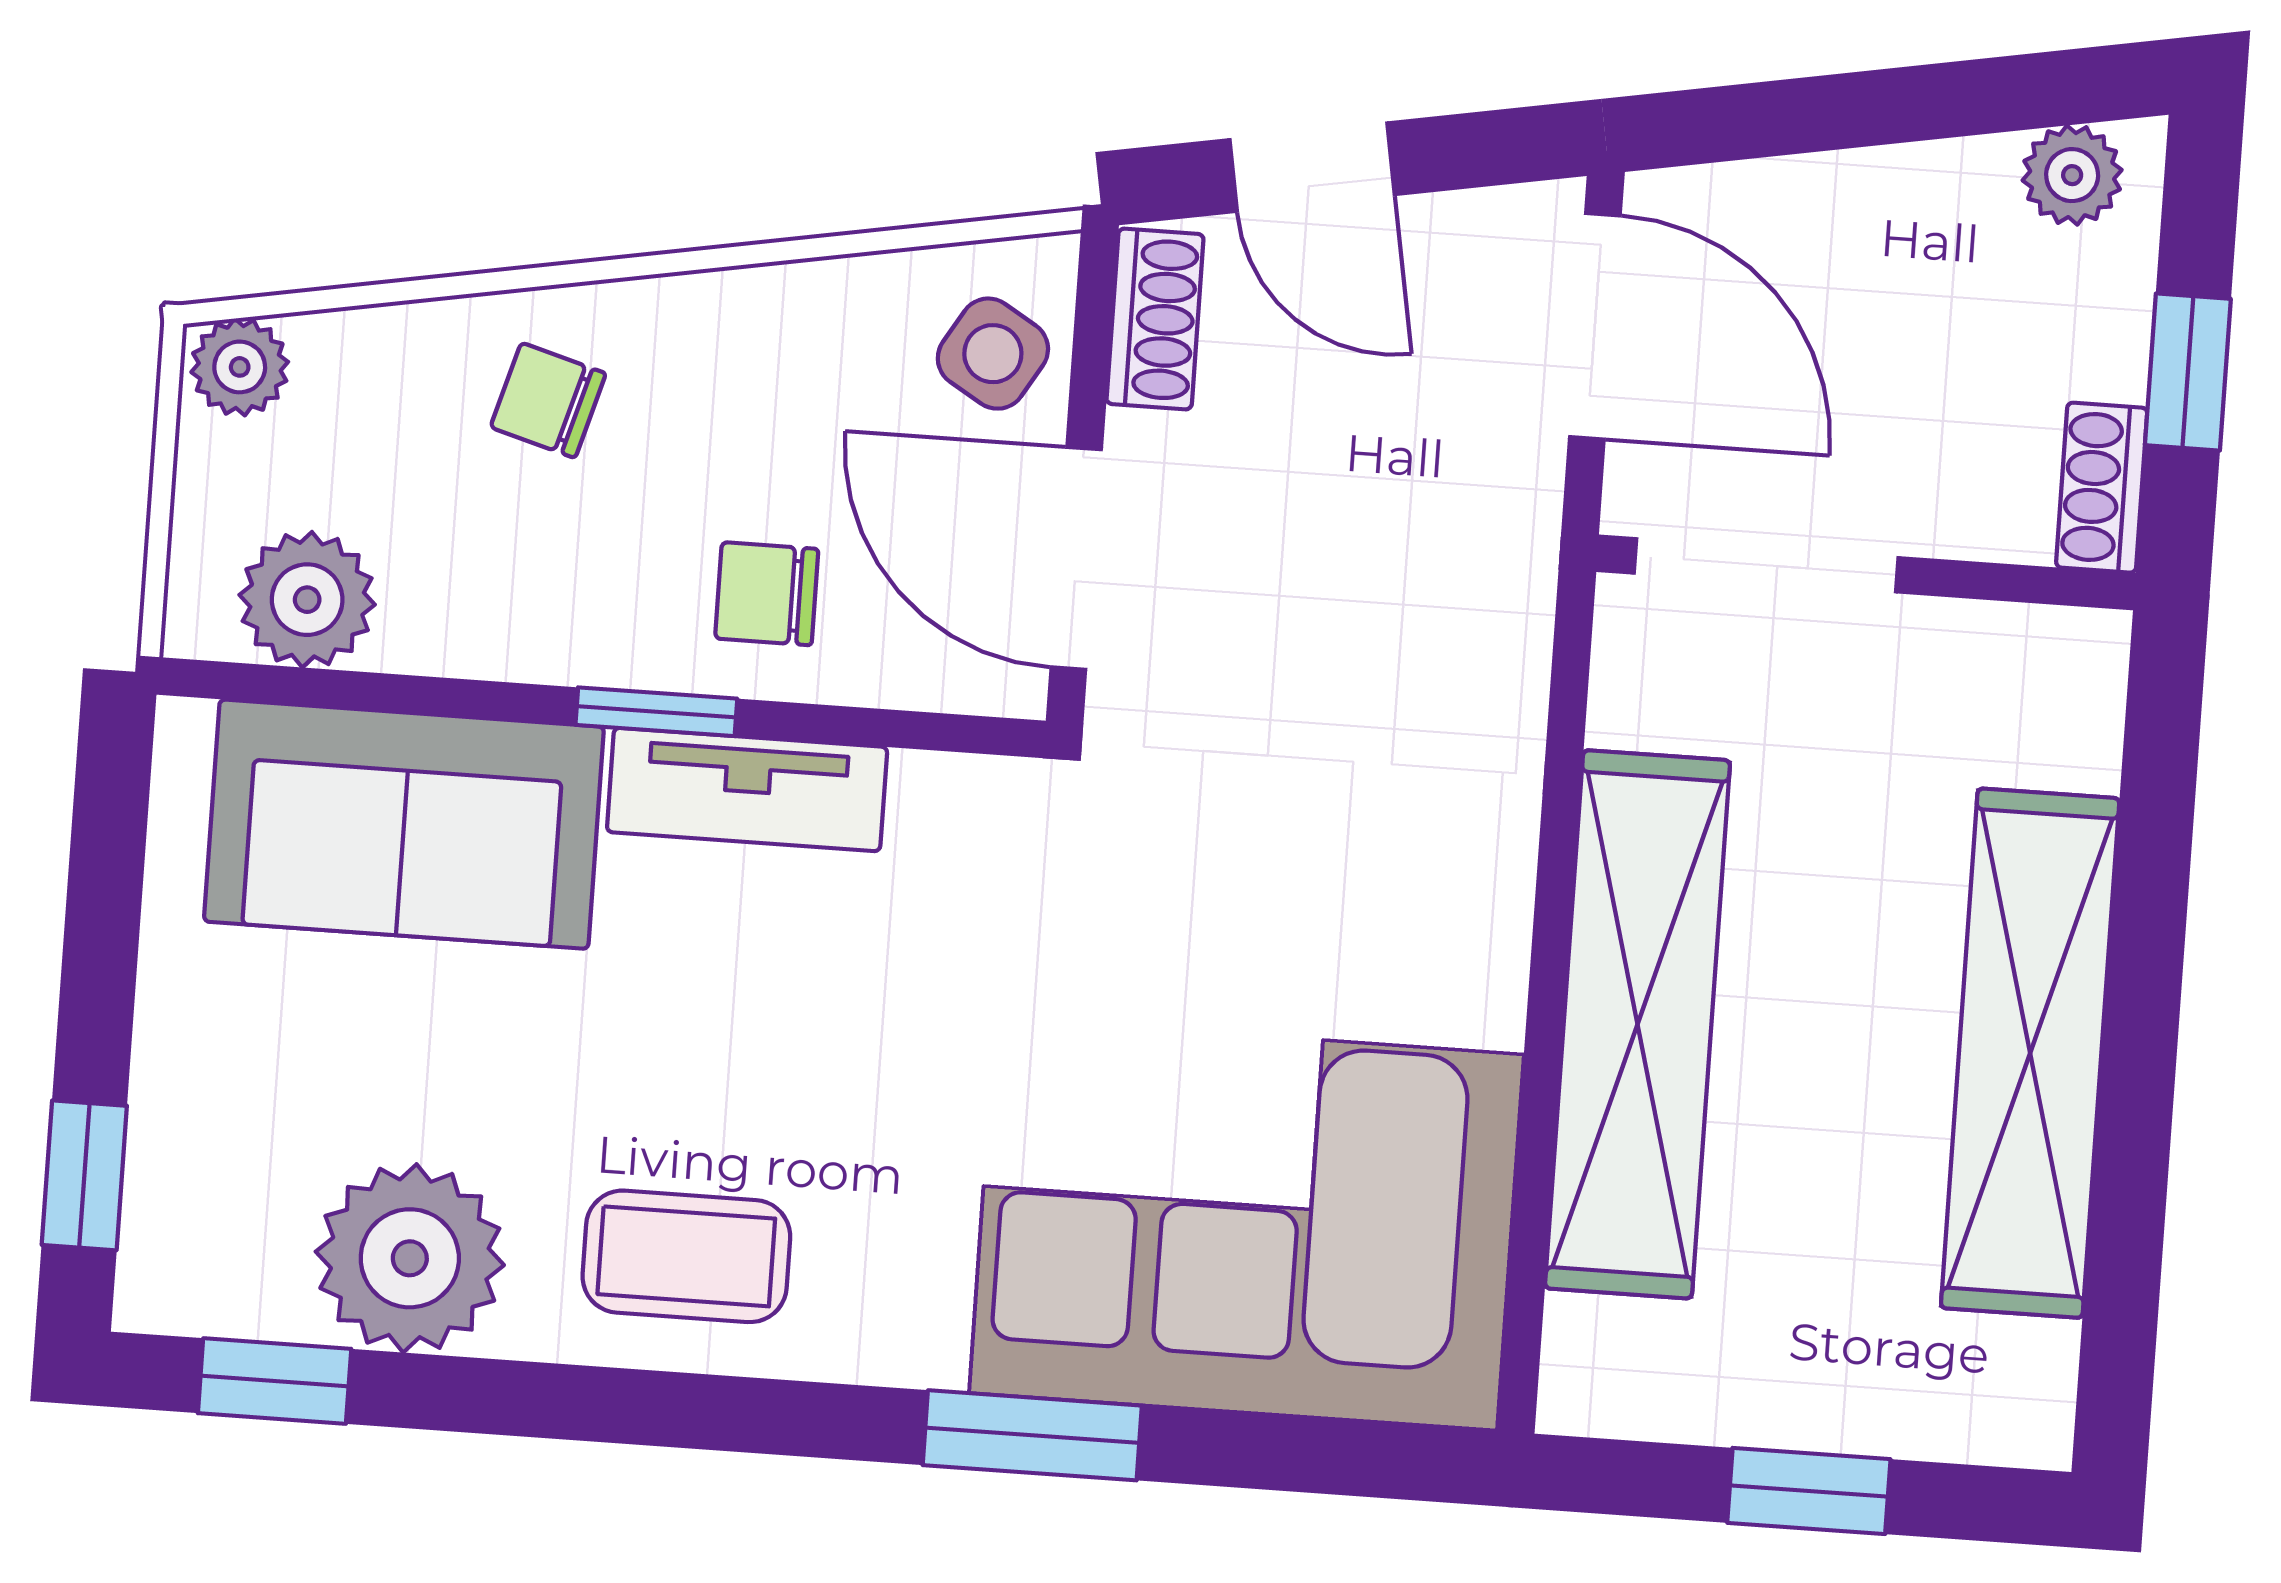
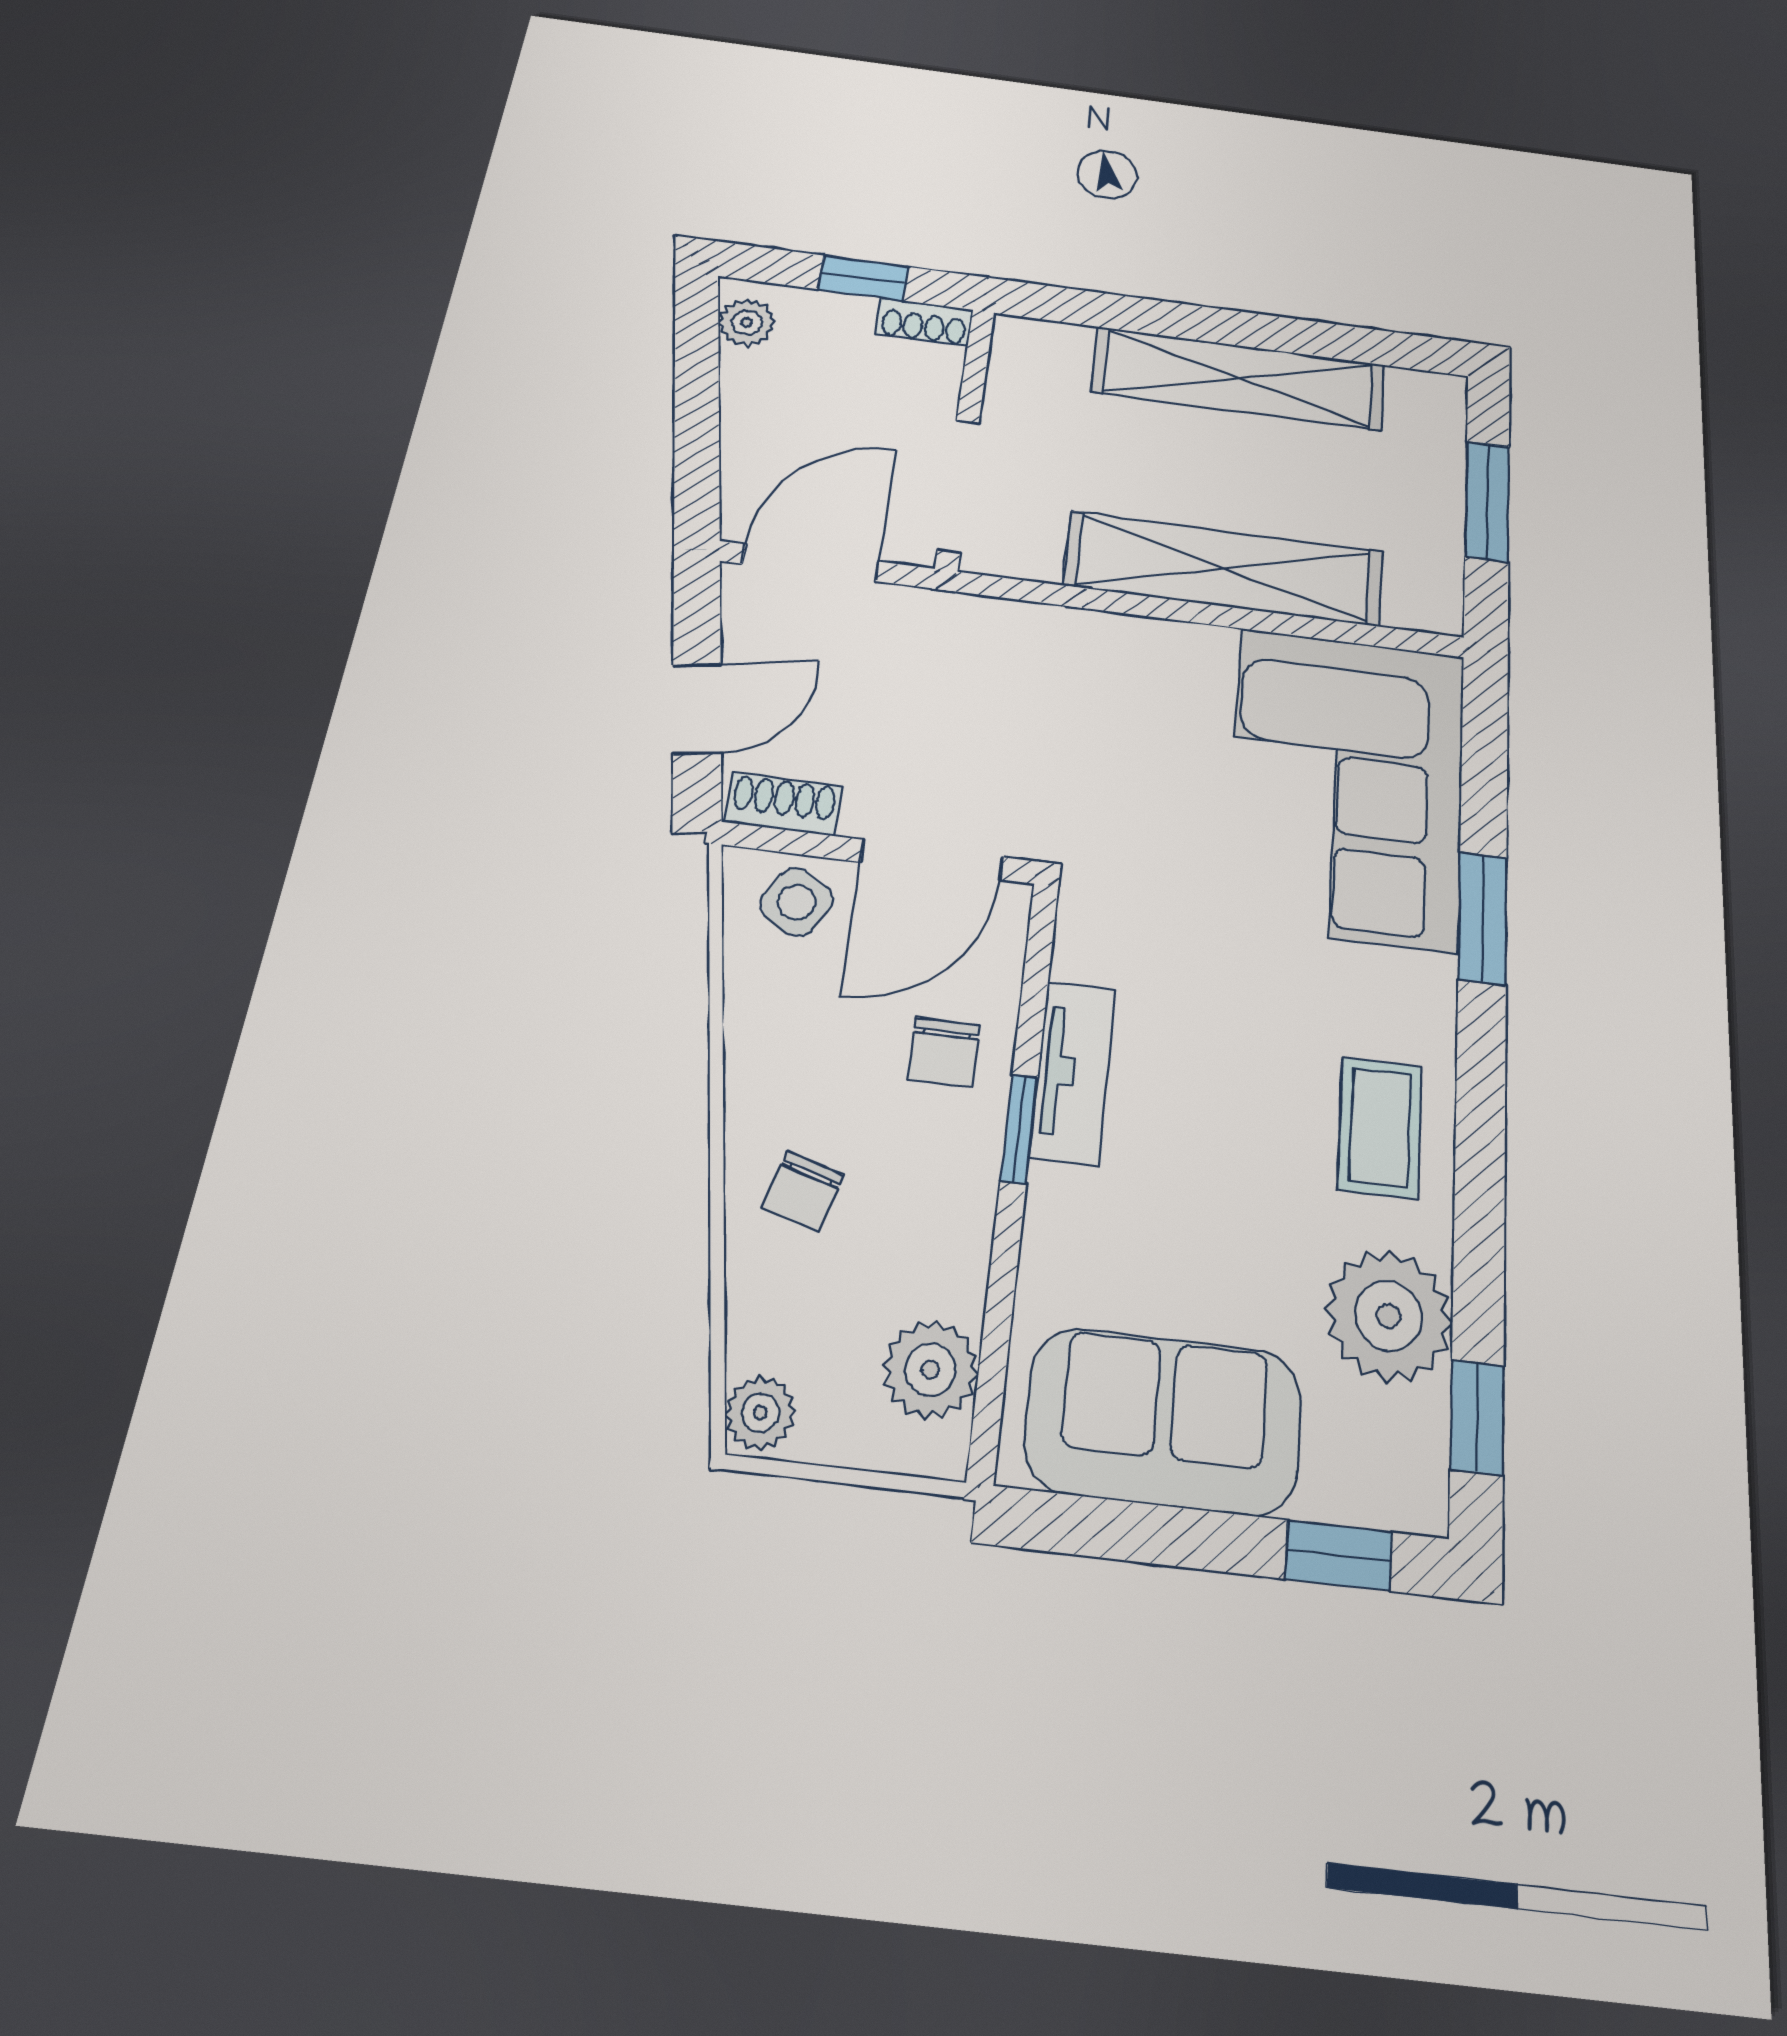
sofa: (404, 824) -> (1164, 1421), moved, turned -90
window: (1809, 1491) -> (1487, 501), width x1.50

